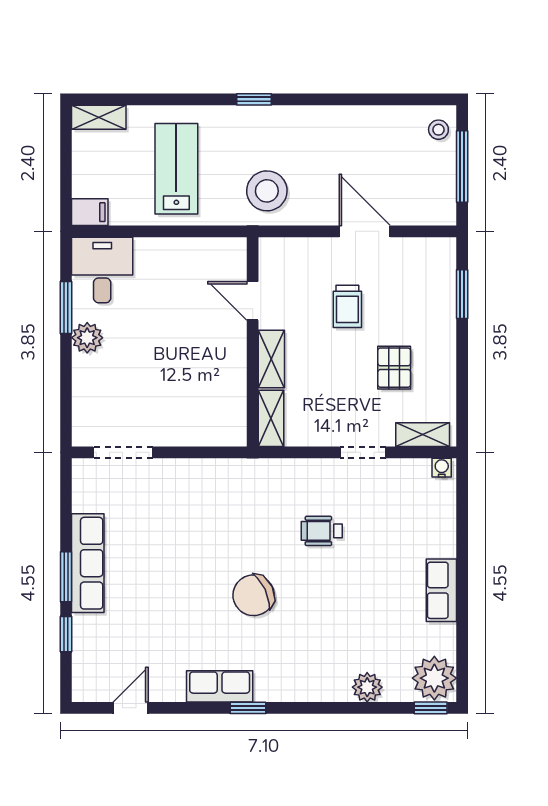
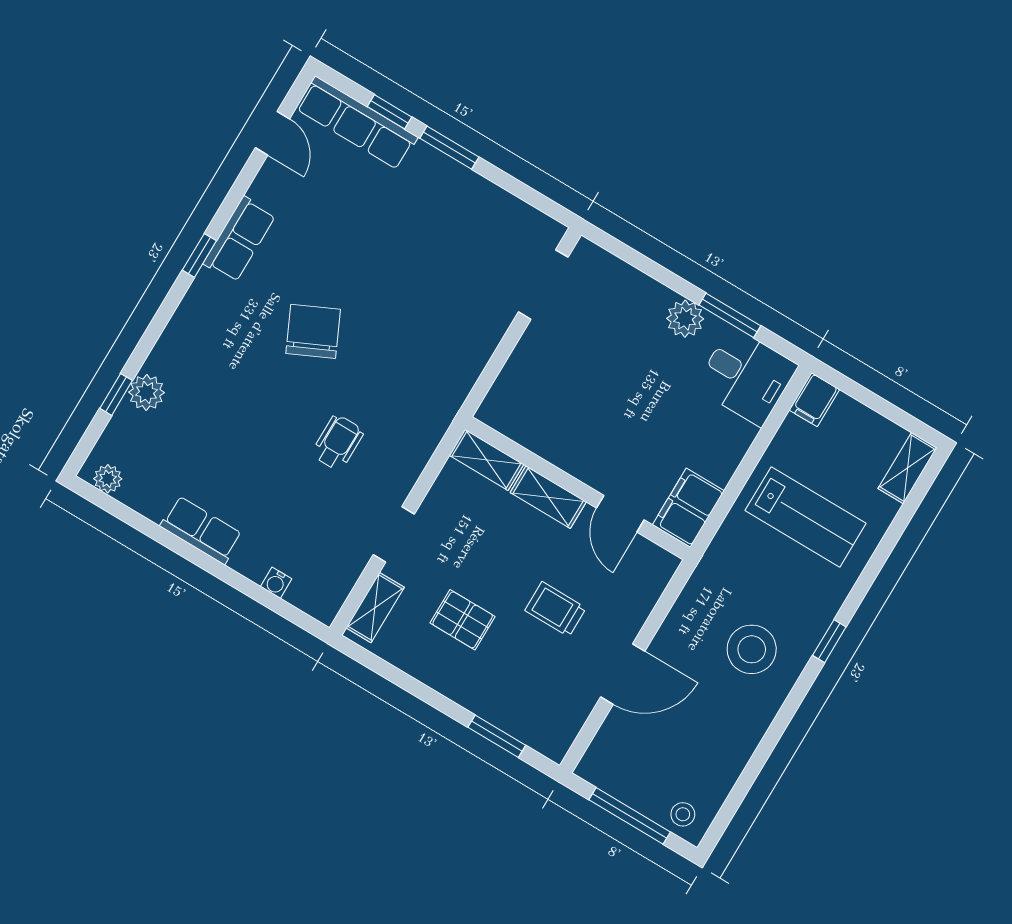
stool: (267, 191) -> (752, 649), moved
filing cabinet: (219, 255) -> (688, 508), added
door: (253, 301) -> (620, 514), swing flipped
water cooler: (442, 468) -> (276, 583), moved, turned 90
row of seats: (88, 563) -> (357, 123), moved
plant: (434, 678) -> (108, 479), width x0.53, depth x0.53
window: (431, 708) -> (116, 394), moved

